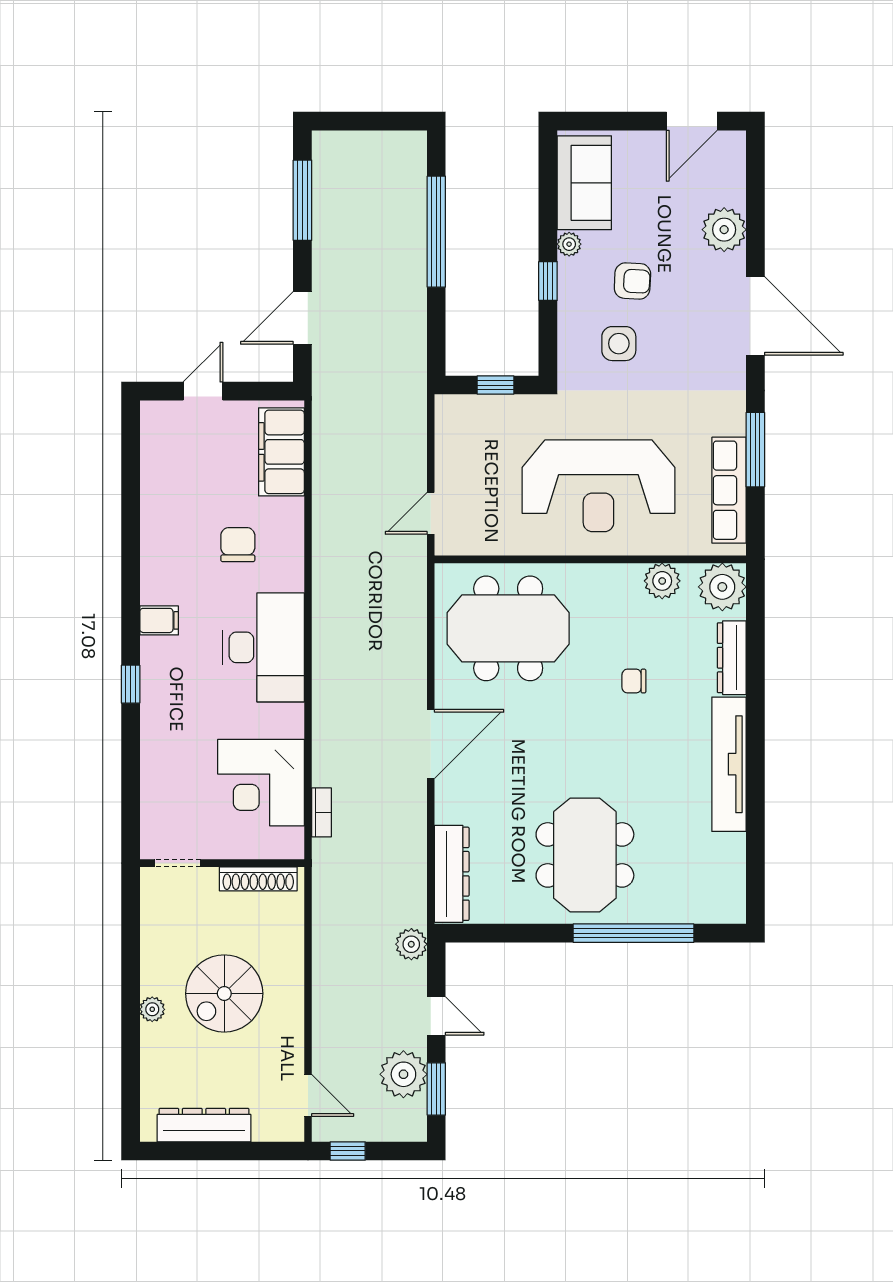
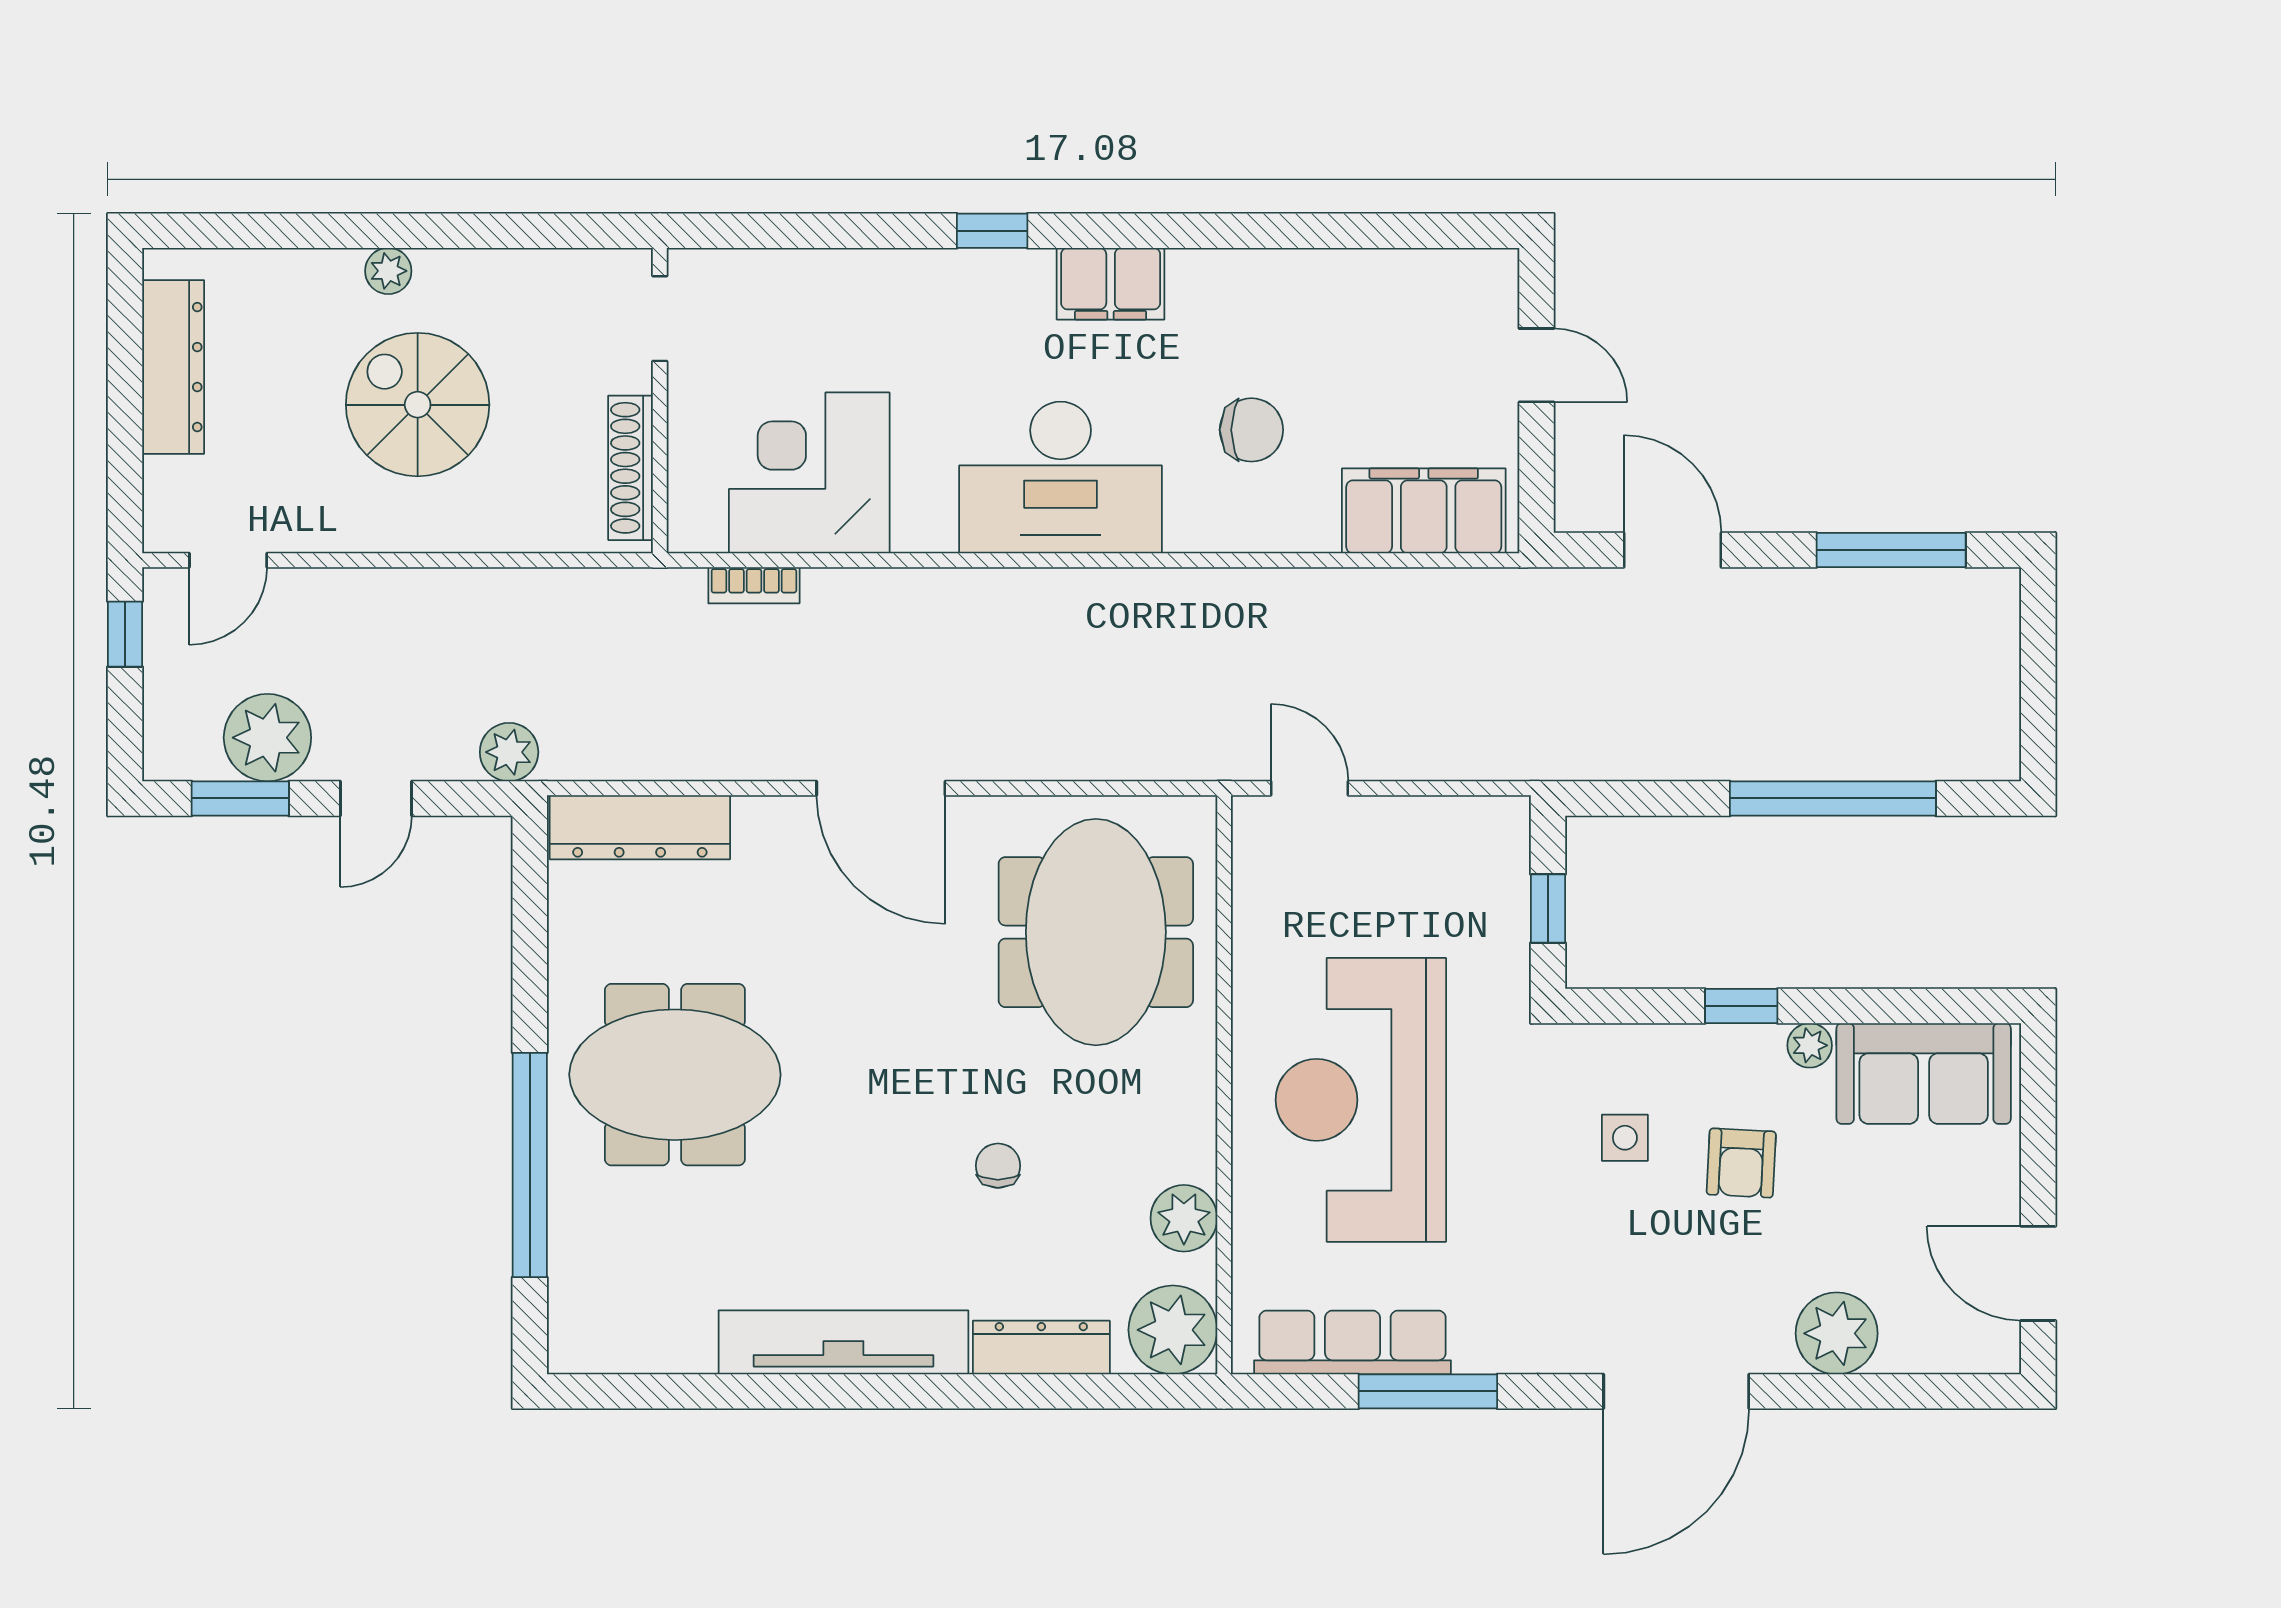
side table: (619, 344) -> (1625, 1138), width x0.73, depth x0.73
filing cabinet: (159, 620) -> (1111, 284), width x2.00

